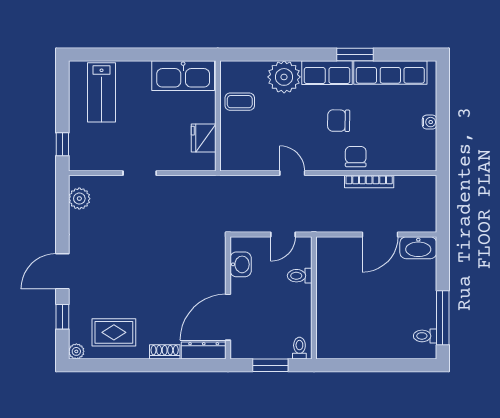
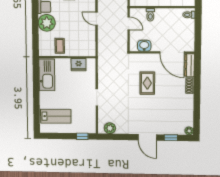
door: (292, 173) -> (96, 19), hinge flipped
rug: (114, 332) -> (147, 83), moved
window: (270, 365) -> (198, 30), removed

